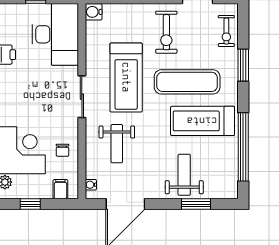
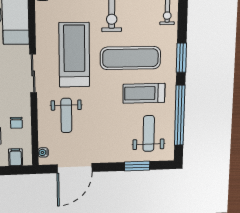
window: (243, 65) -> (181, 58), moved
treadmill: (126, 77) -> (74, 55), turned 180
treadmill: (202, 121) -> (144, 93), width x0.73, depth x0.73
weight bench: (184, 175) -> (149, 134), moved

